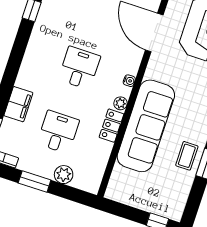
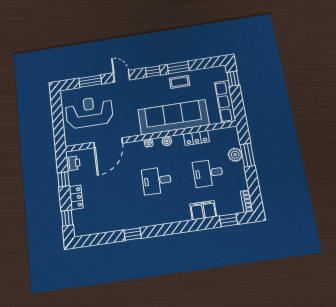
locker: (111, 126) -> (196, 138), moved
window: (35, 181) -> (248, 155), moved
row of seats: (134, 197) -> (225, 101), added

